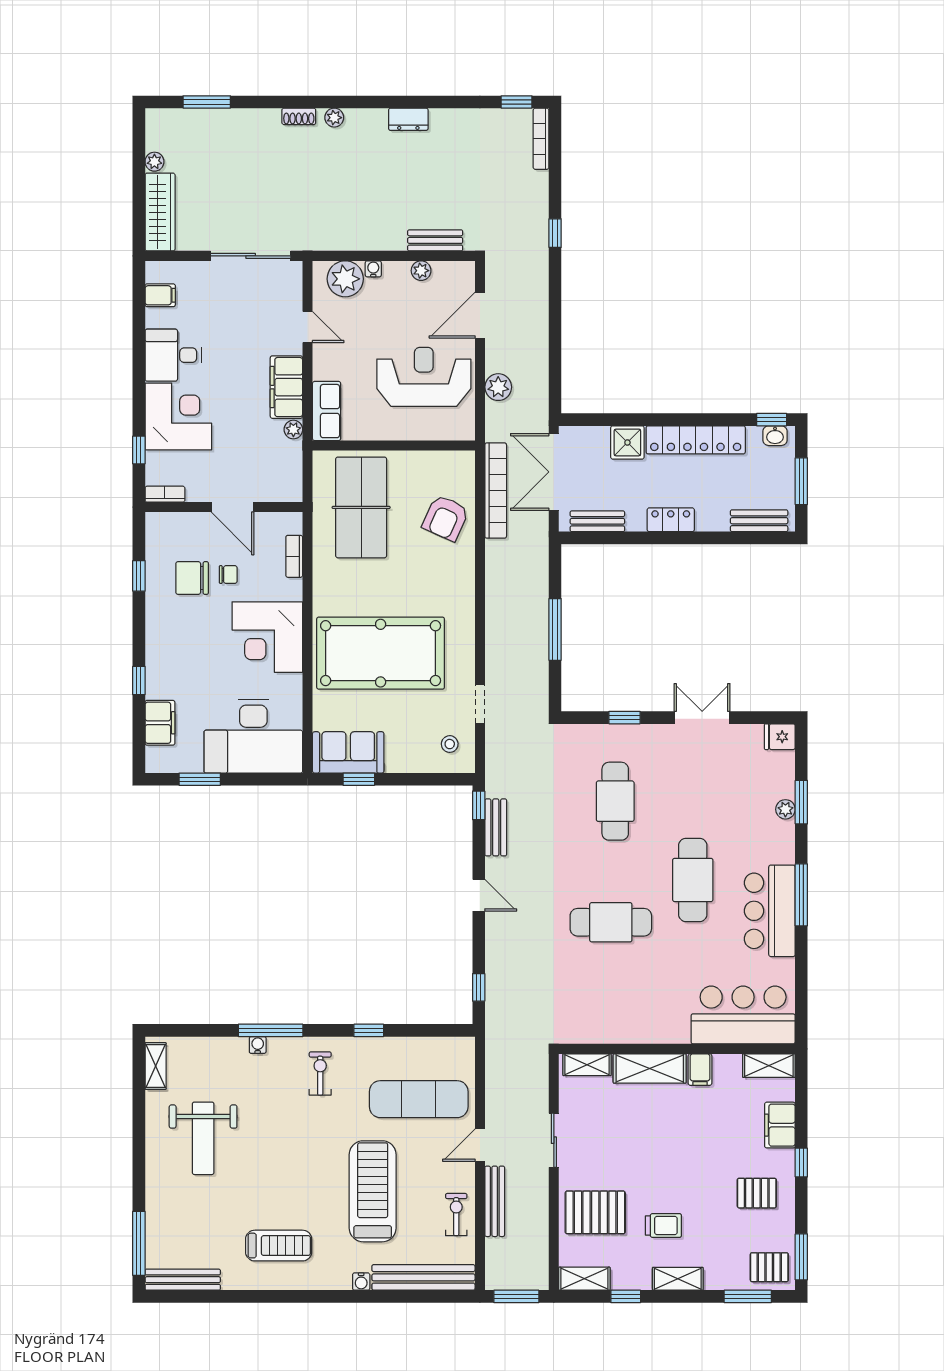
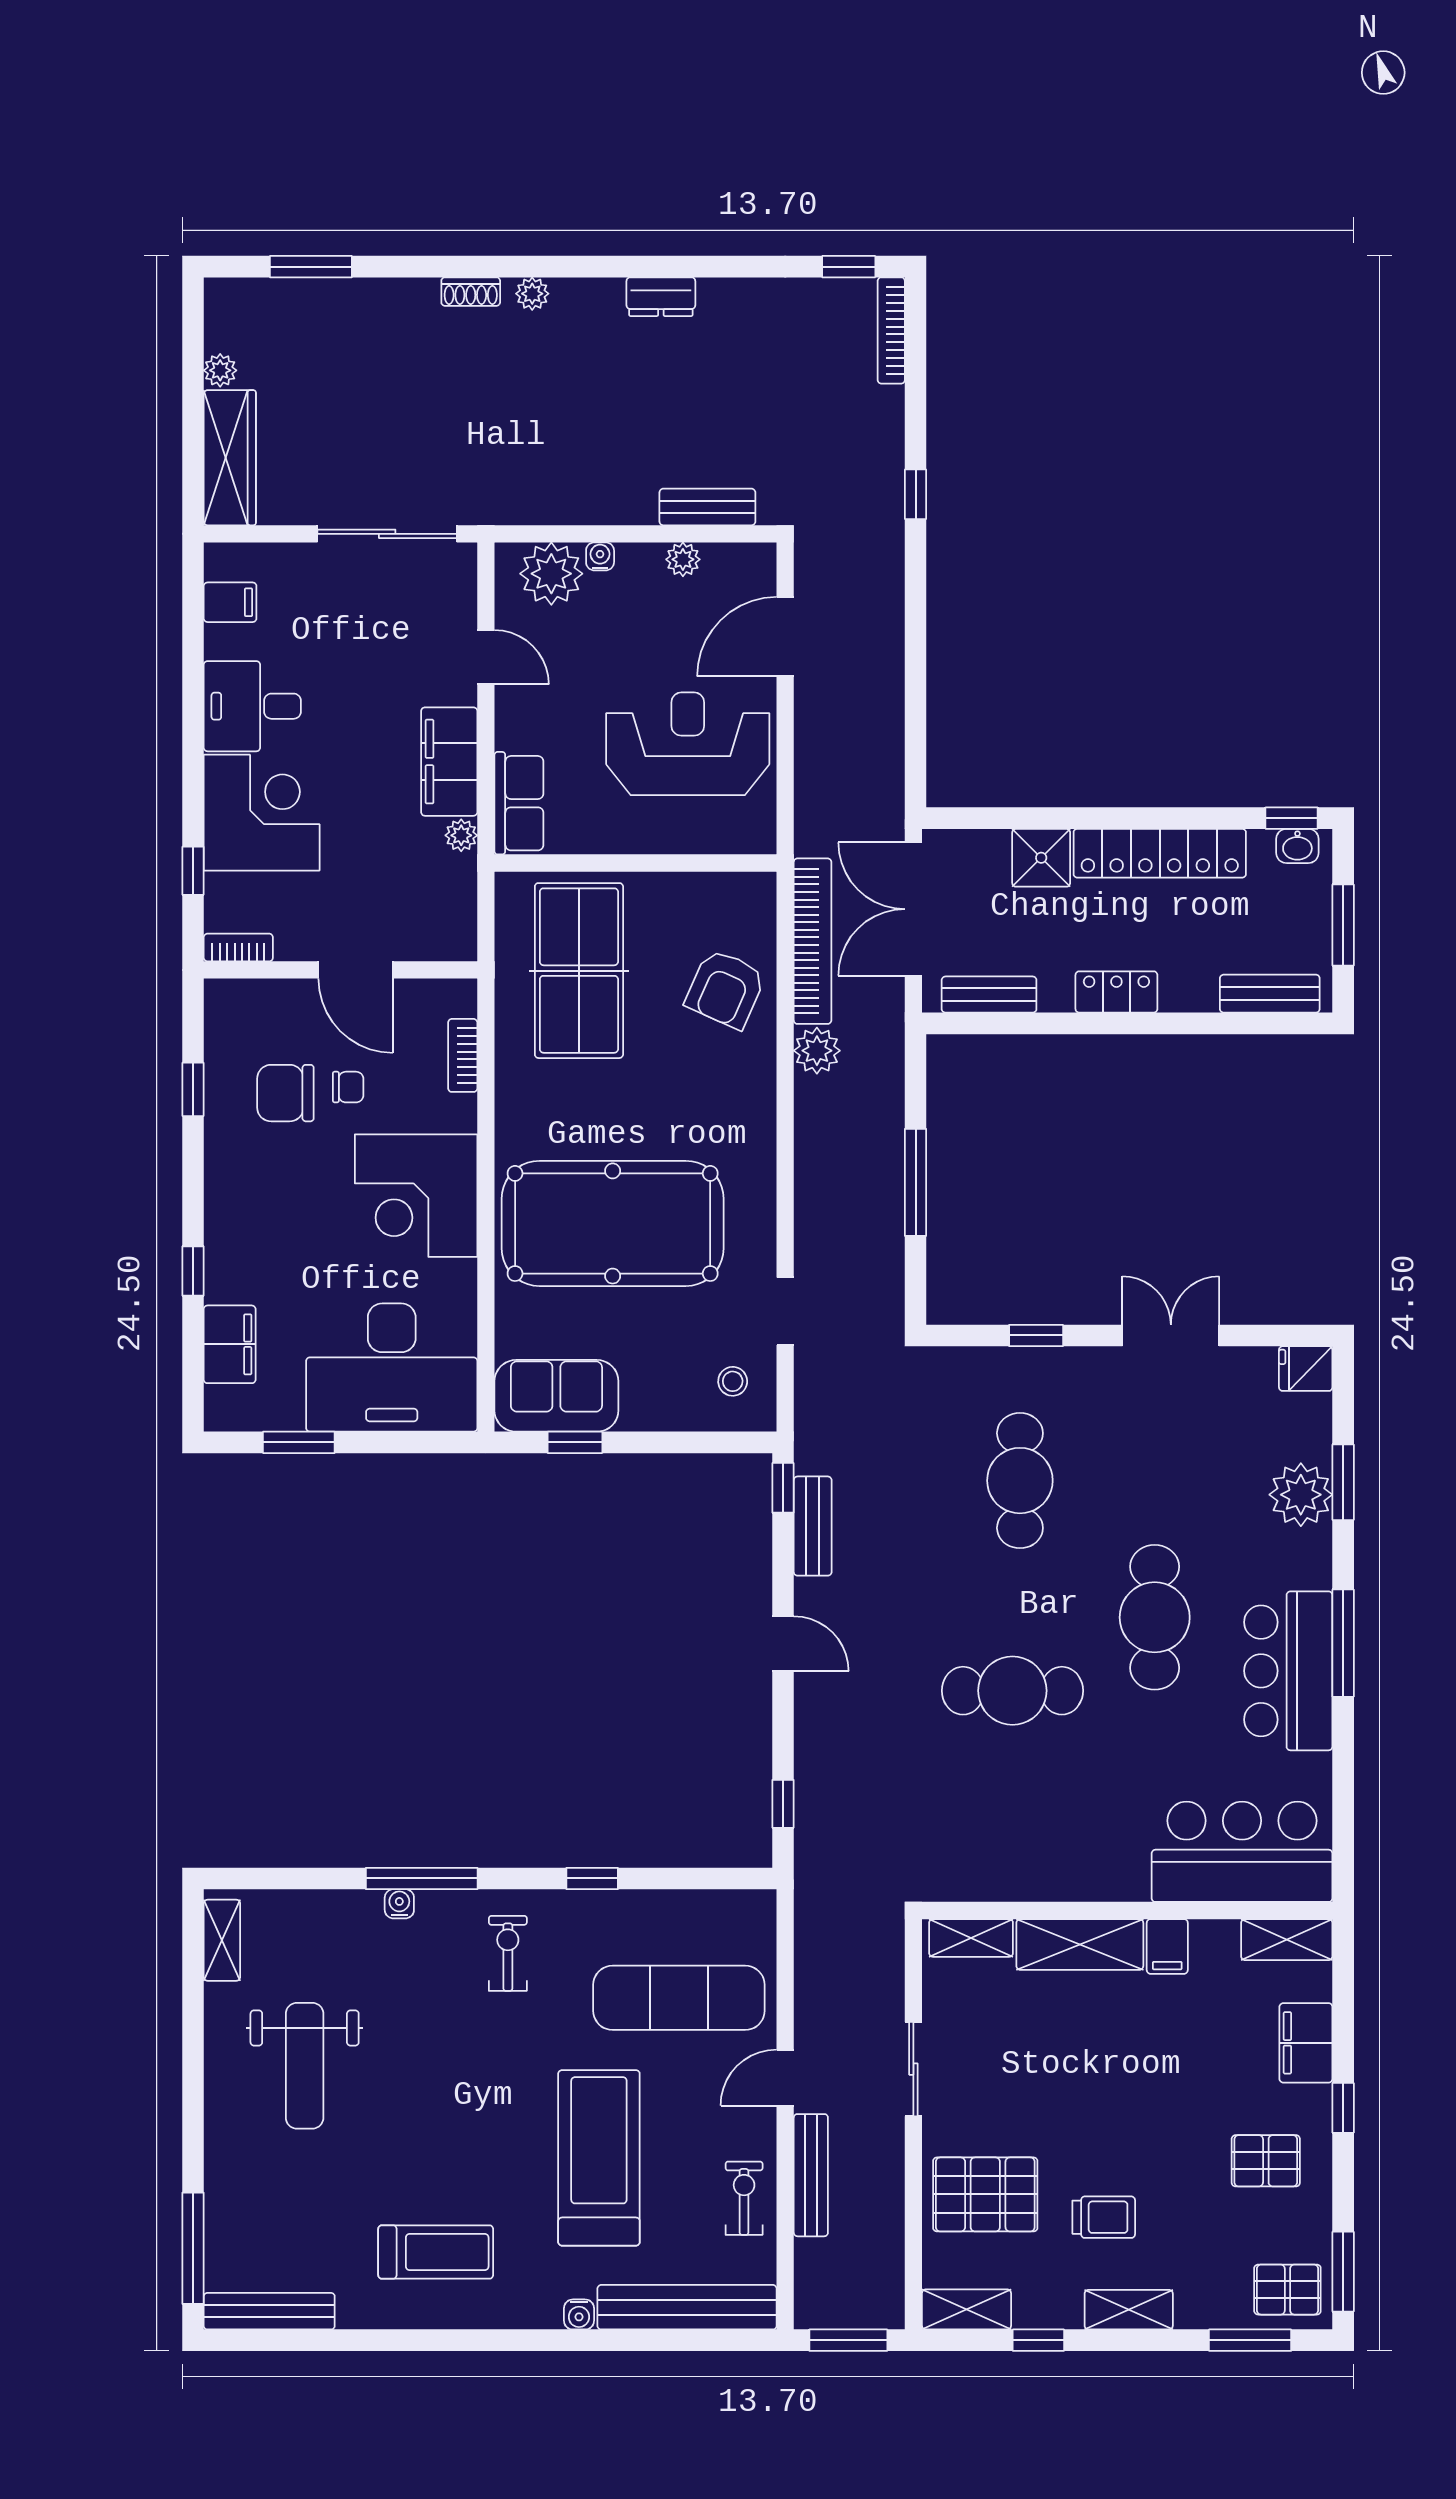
plant: (498, 387) -> (817, 1051), moved
plant: (785, 809) -> (1301, 1495), width x1.88, depth x1.88

